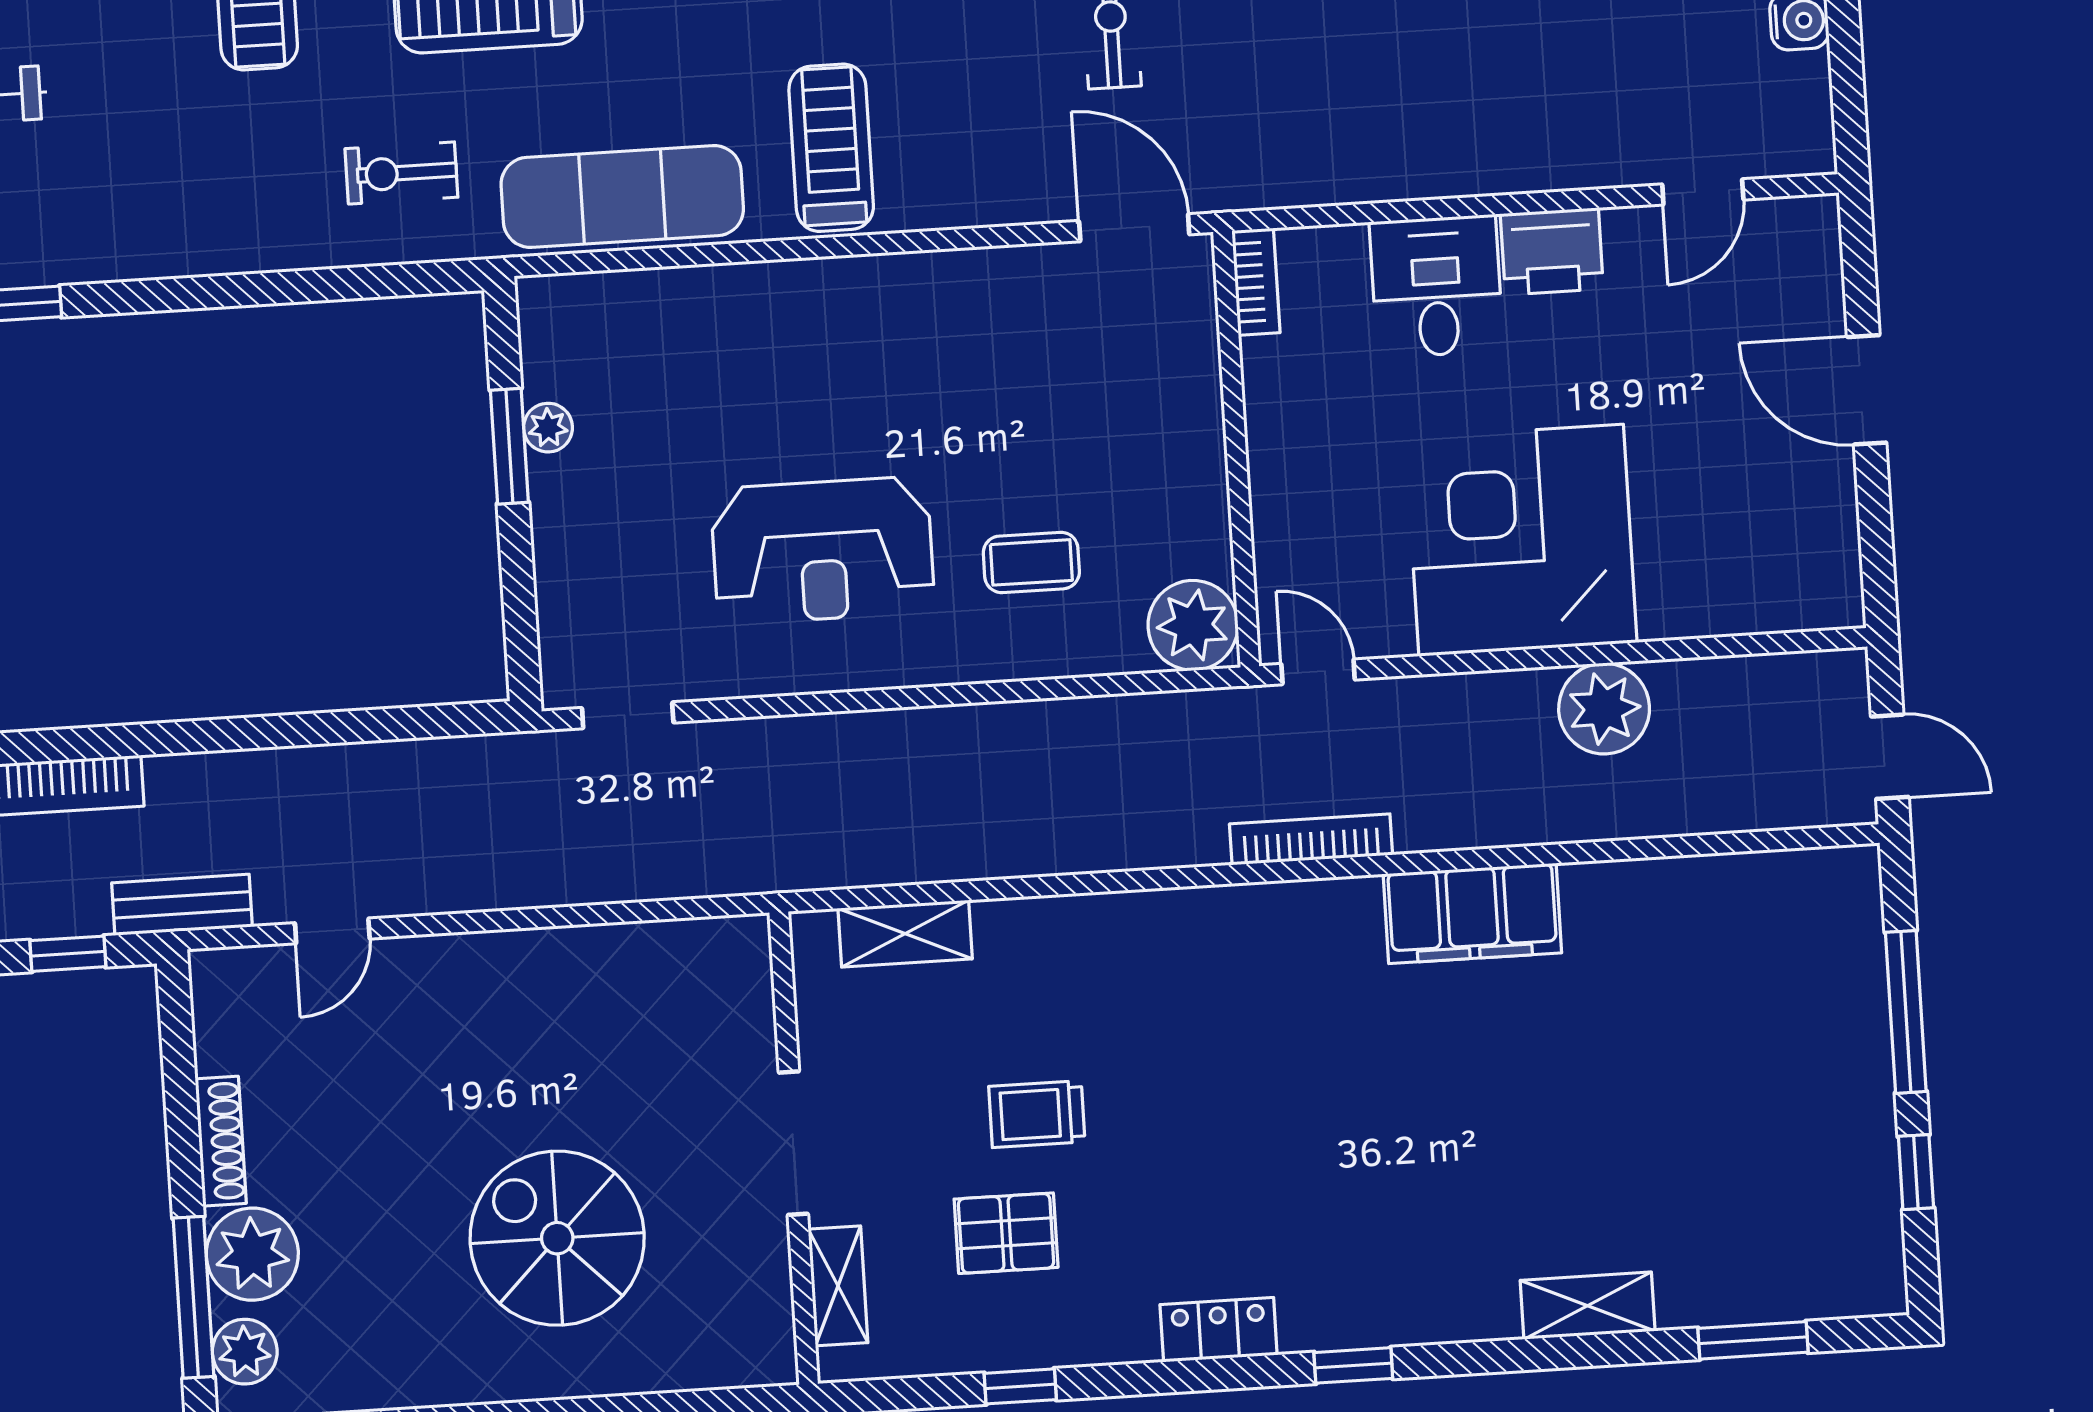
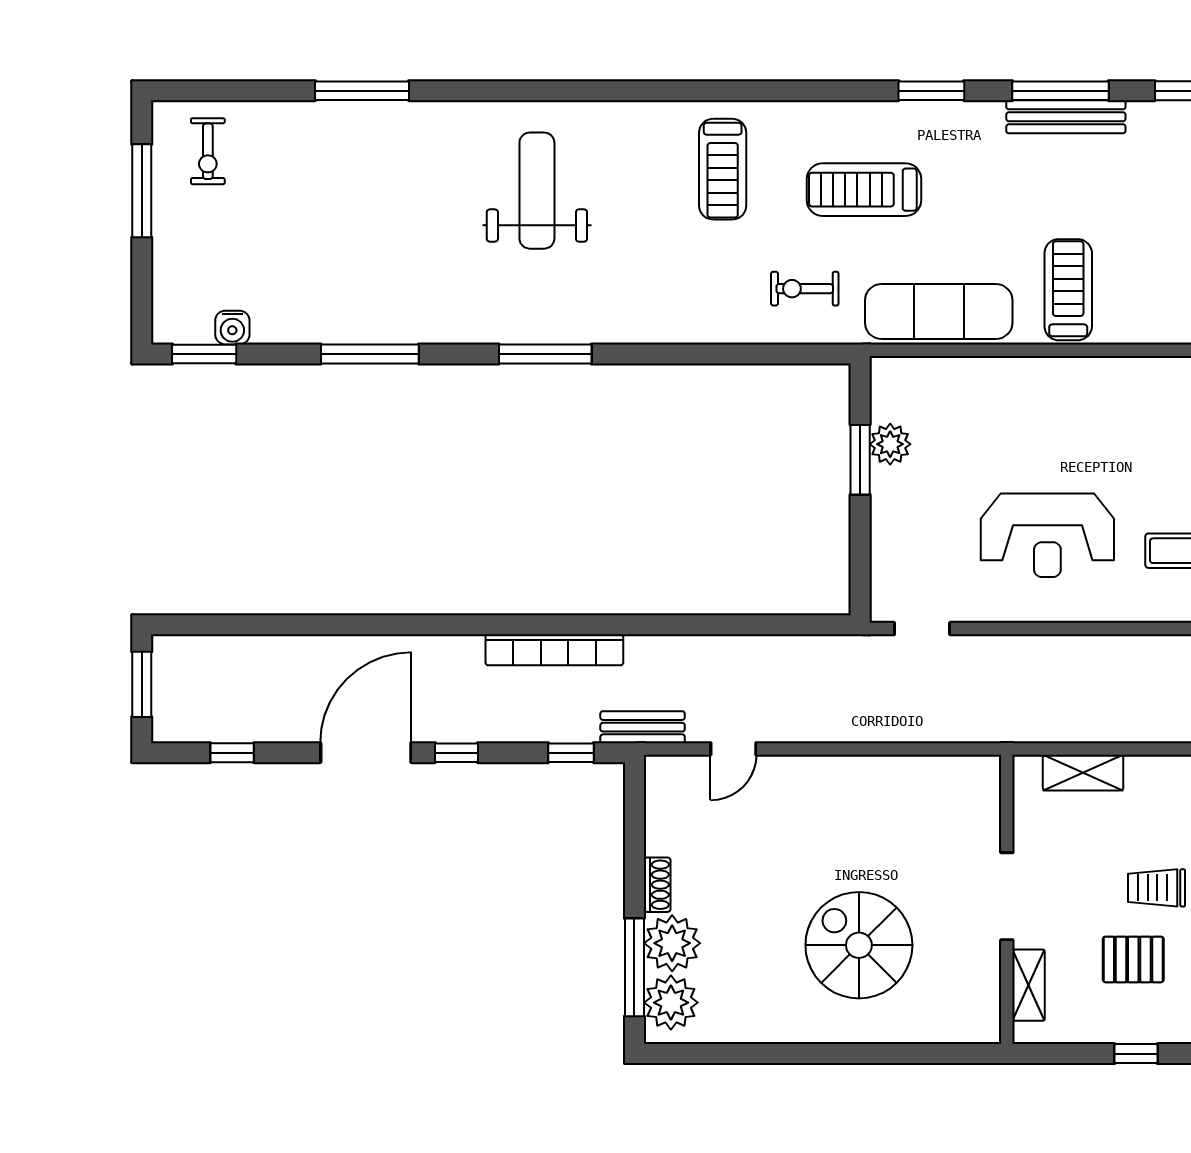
plant: (548, 428) -> (890, 444), width x1.38, depth x1.38
shoe rack: (221, 1141) -> (657, 885), width x0.70
plant: (245, 1352) -> (671, 1003), width x1.36, depth x1.36

